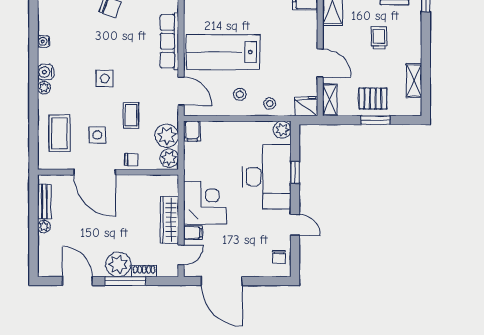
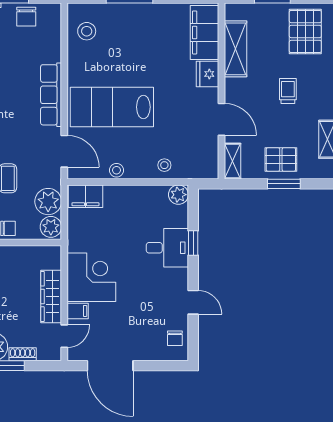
stool: (240, 94) -> (116, 170), moved
fridge: (306, 106) -> (208, 74), moved, turned -90
filing cabinet: (192, 131) -> (85, 196), width x2.00
desk: (267, 177) -> (167, 248), width x0.53, depth x0.77

